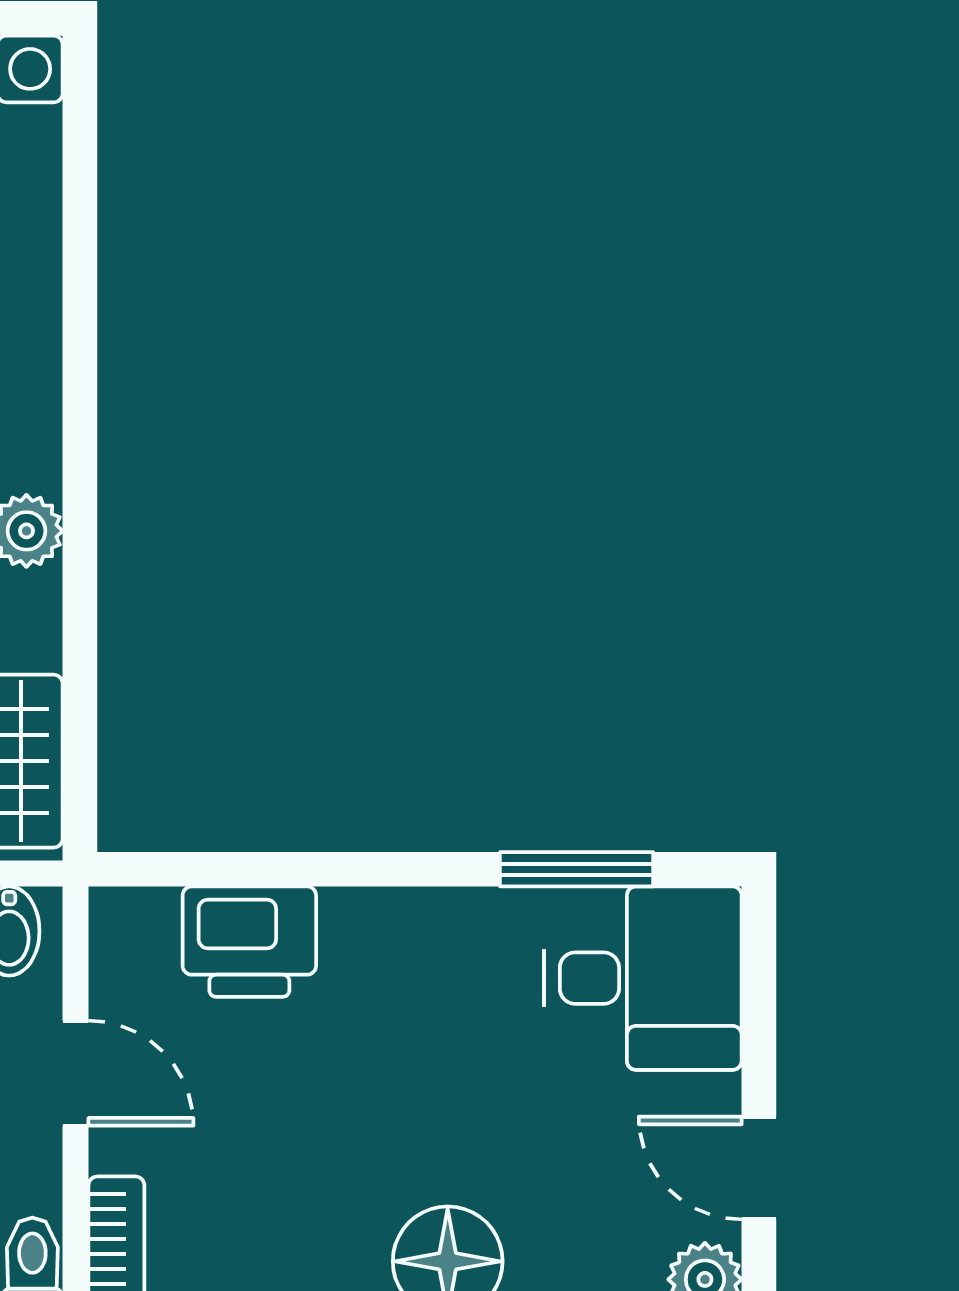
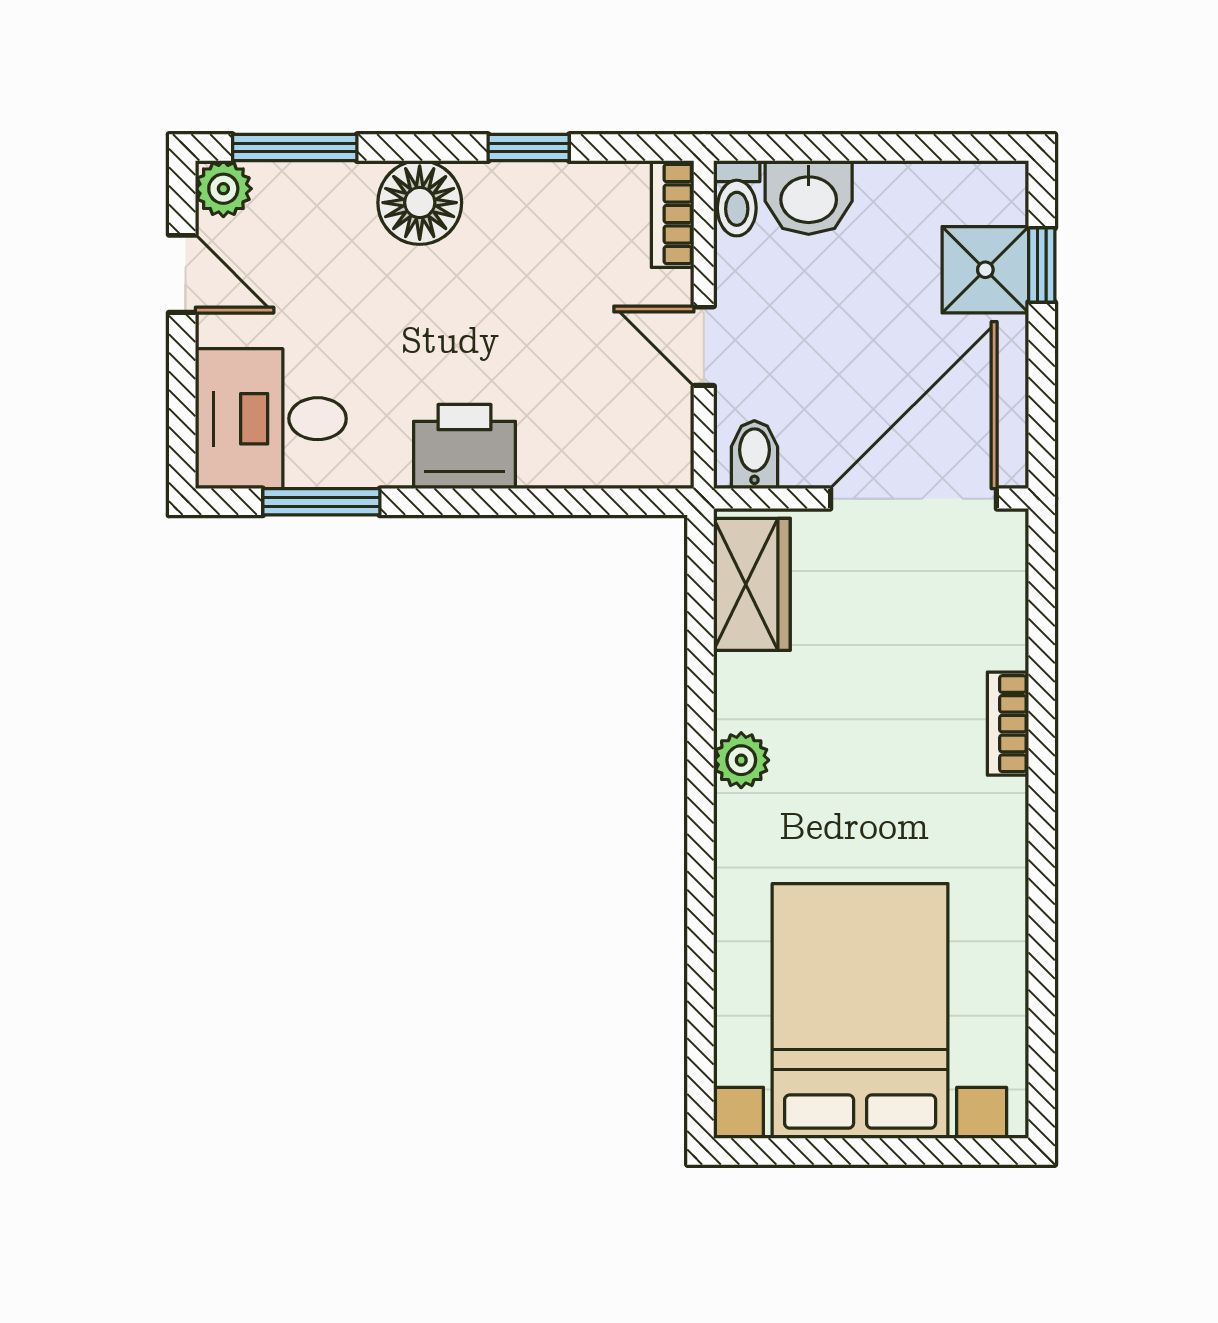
printer: (249, 942) -> (465, 447), moved

